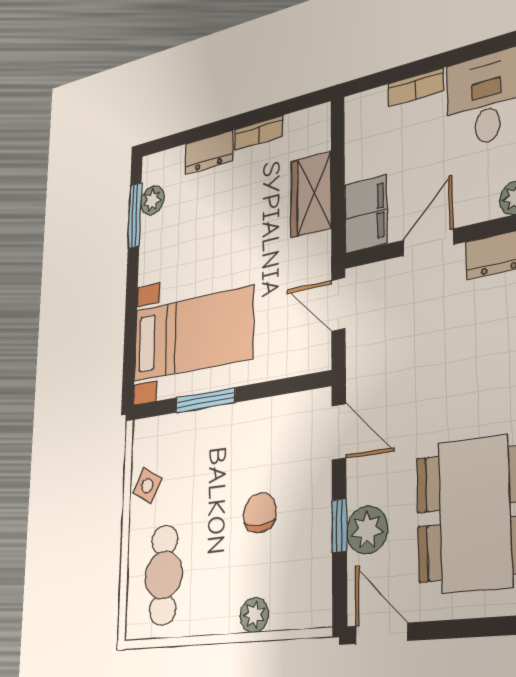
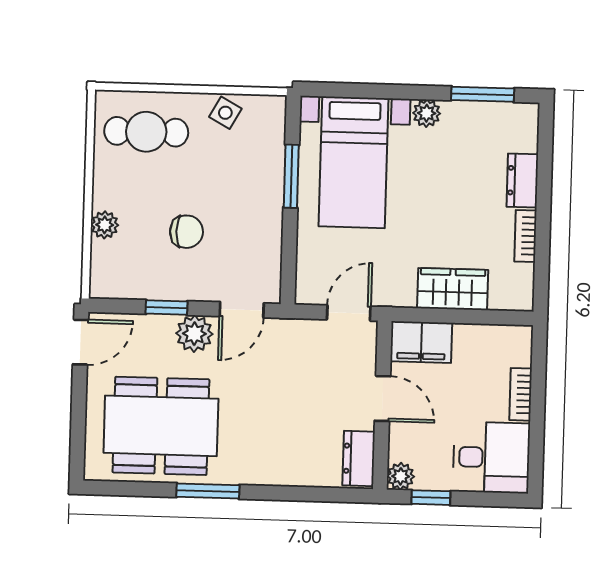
plant: (152, 200) -> (427, 113), moved
plant: (367, 530) -> (194, 334), moved

